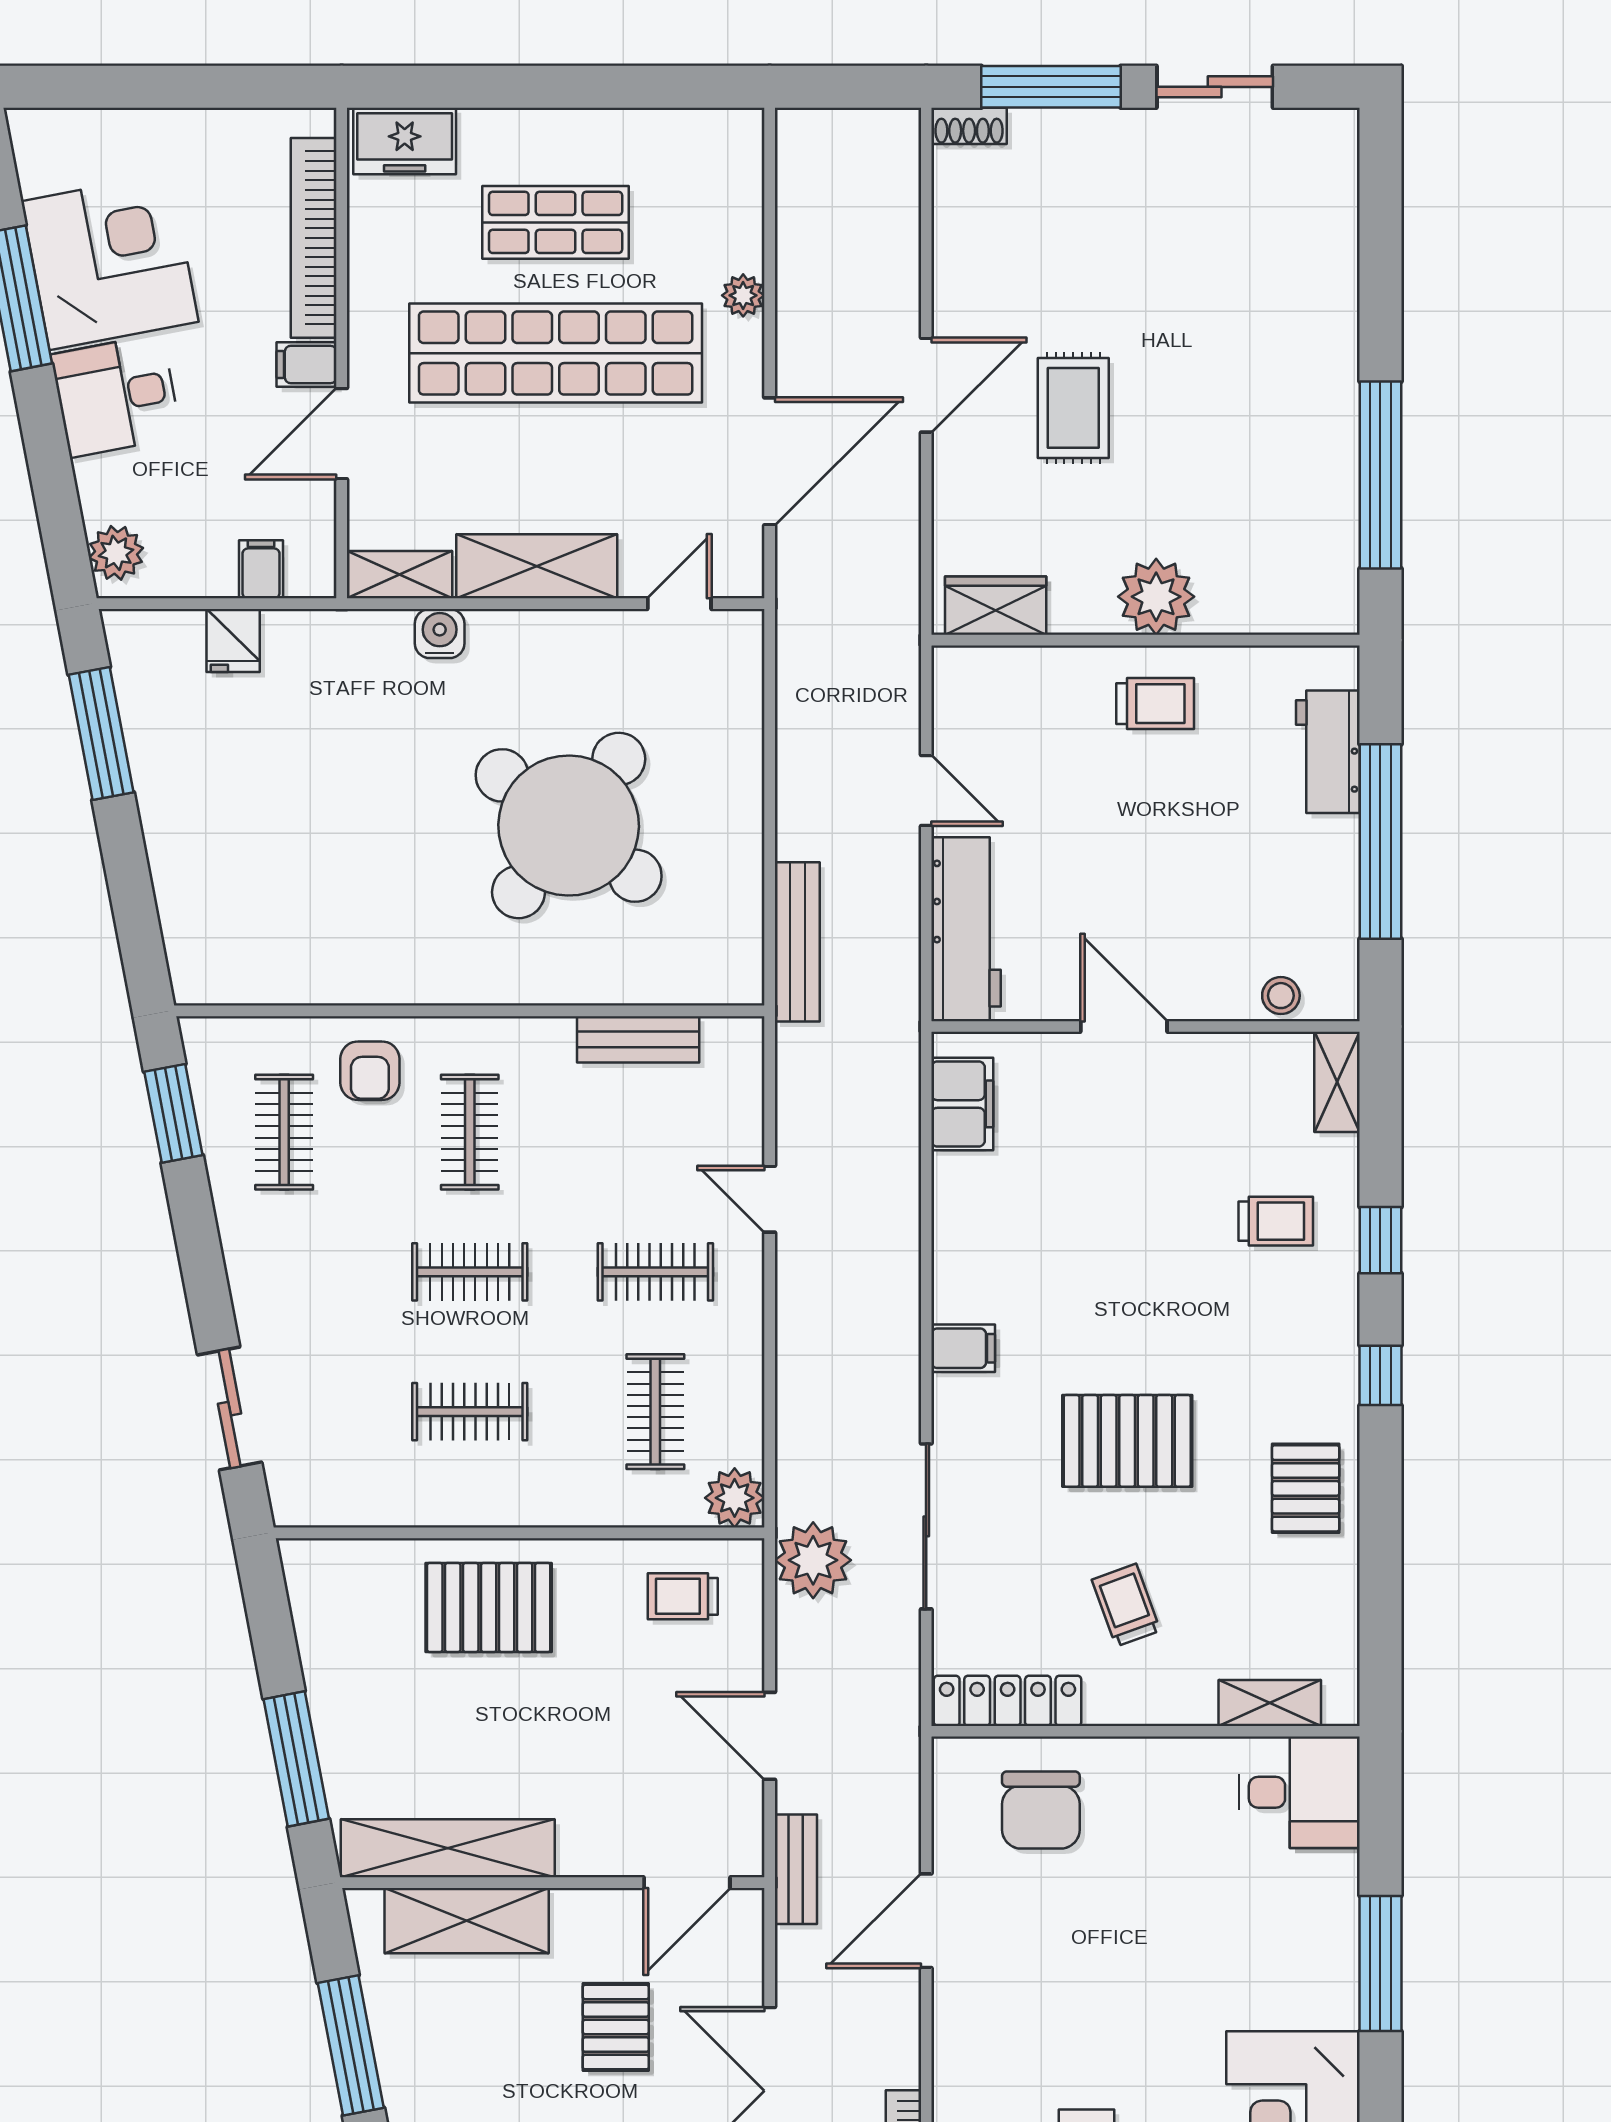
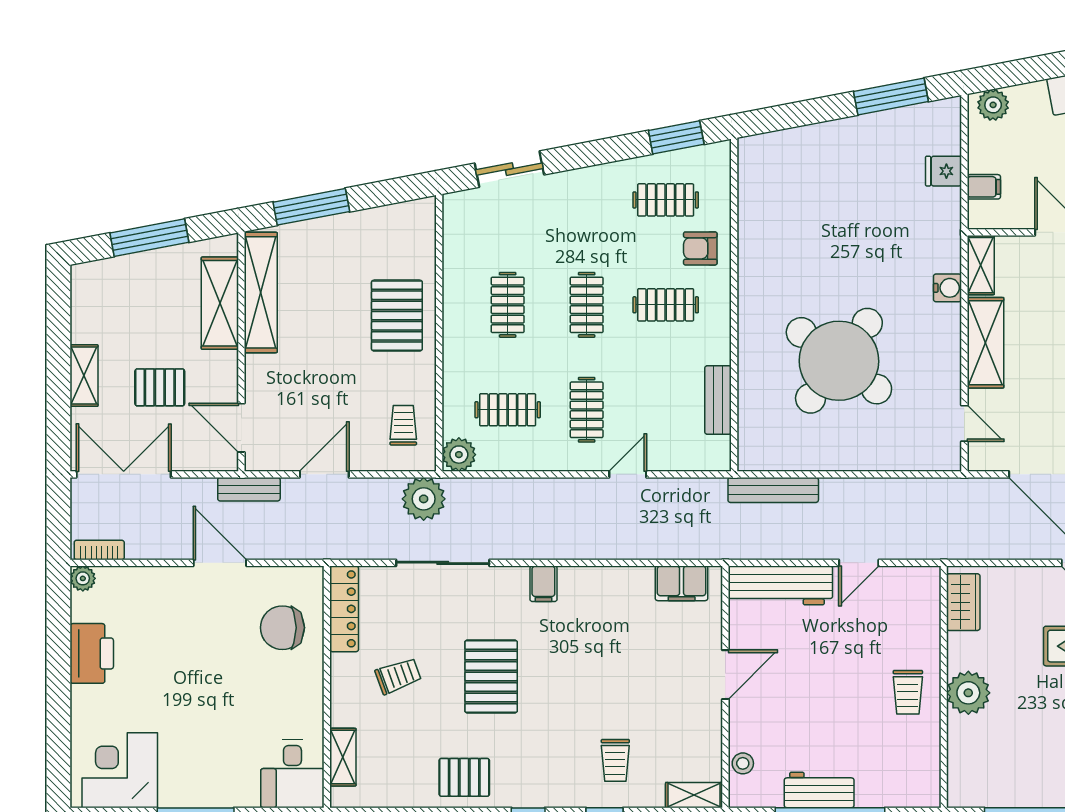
workbench: (1328, 752) -> (819, 790), moved

